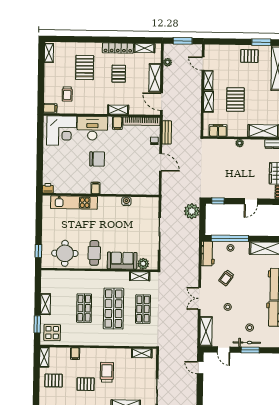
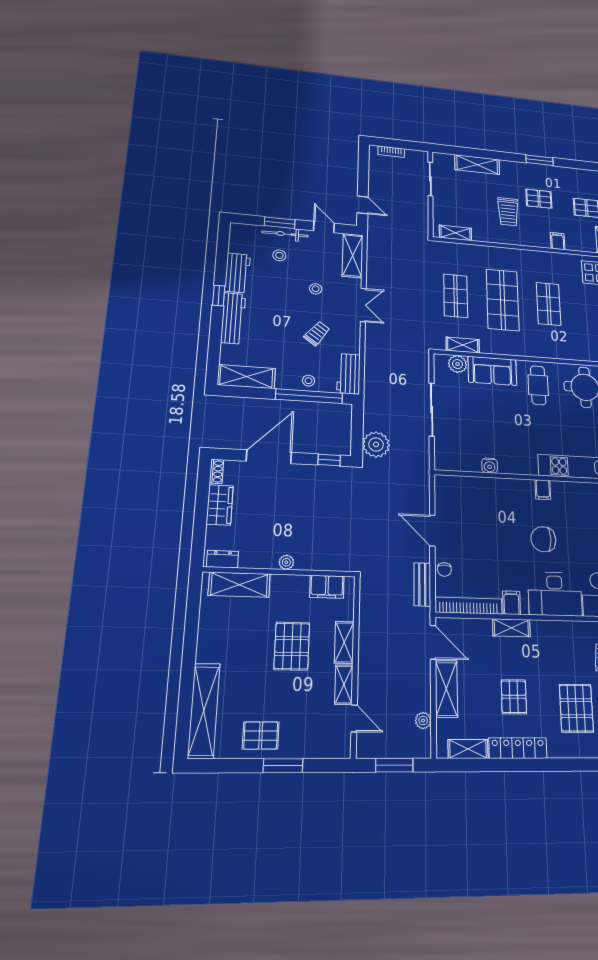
window: (261, 42) -> (283, 766), moved
door: (251, 201) -> (269, 457), width x1.88

